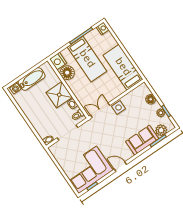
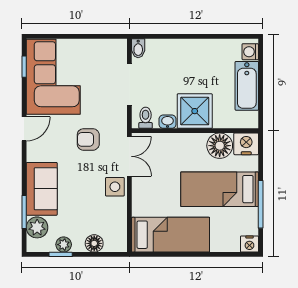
armchair: (105, 134) -> (88, 139), added

